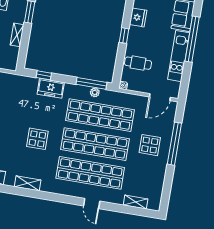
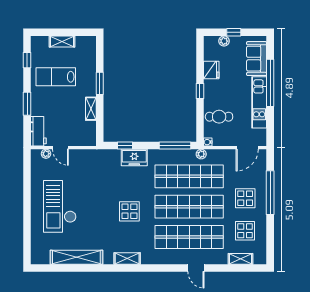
plant: (95, 92) -> (201, 154), moved
display table: (144, 176) -> (245, 231), added

